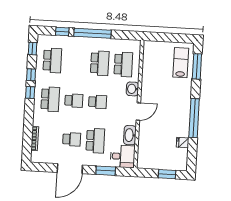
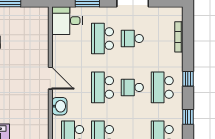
window: (30, 93) -> (188, 79), moved
school desk: (98, 102) -> (102, 87), width x1.85
door: (138, 112) -> (50, 78), swing flipped
washbasin: (130, 135) -> (59, 48), removed

